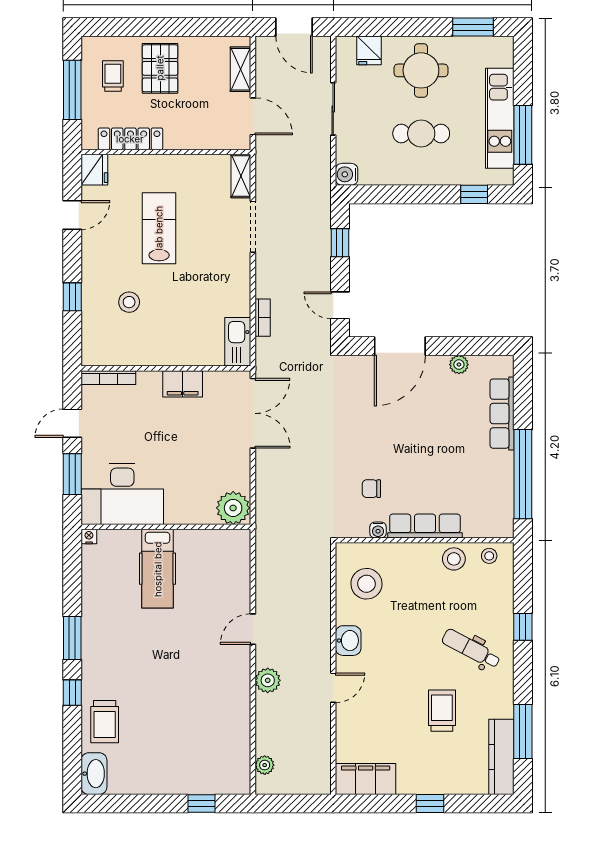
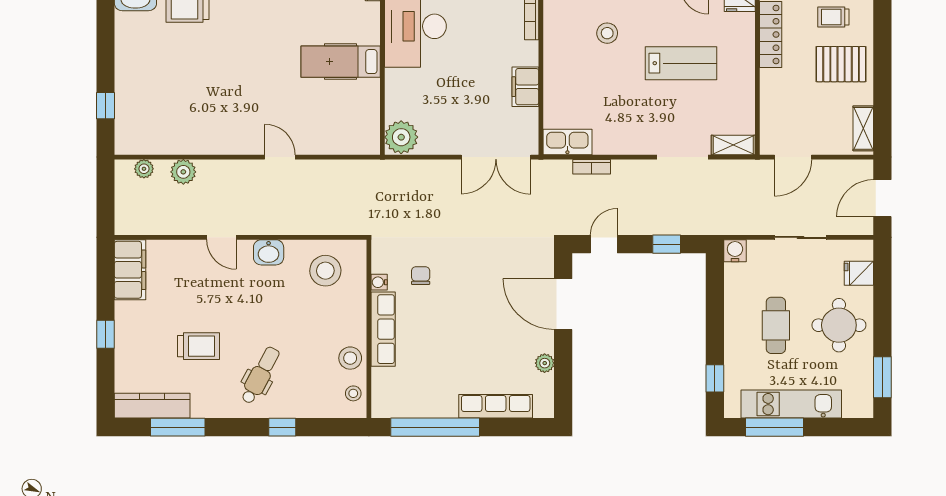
shelving: (241, 69) -> (863, 128), moved, turned 90
trolley: (113, 76) -> (833, 17), turned 180
plant: (268, 680) -> (183, 172), moved

